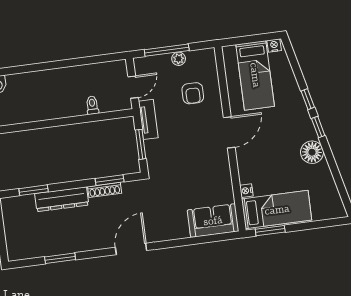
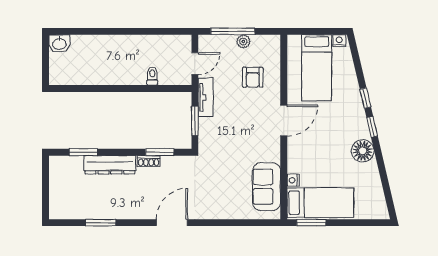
shoe rack: (105, 190) -> (149, 161), width x0.70
sofa: (213, 221) -> (267, 187), moved, turned -90

